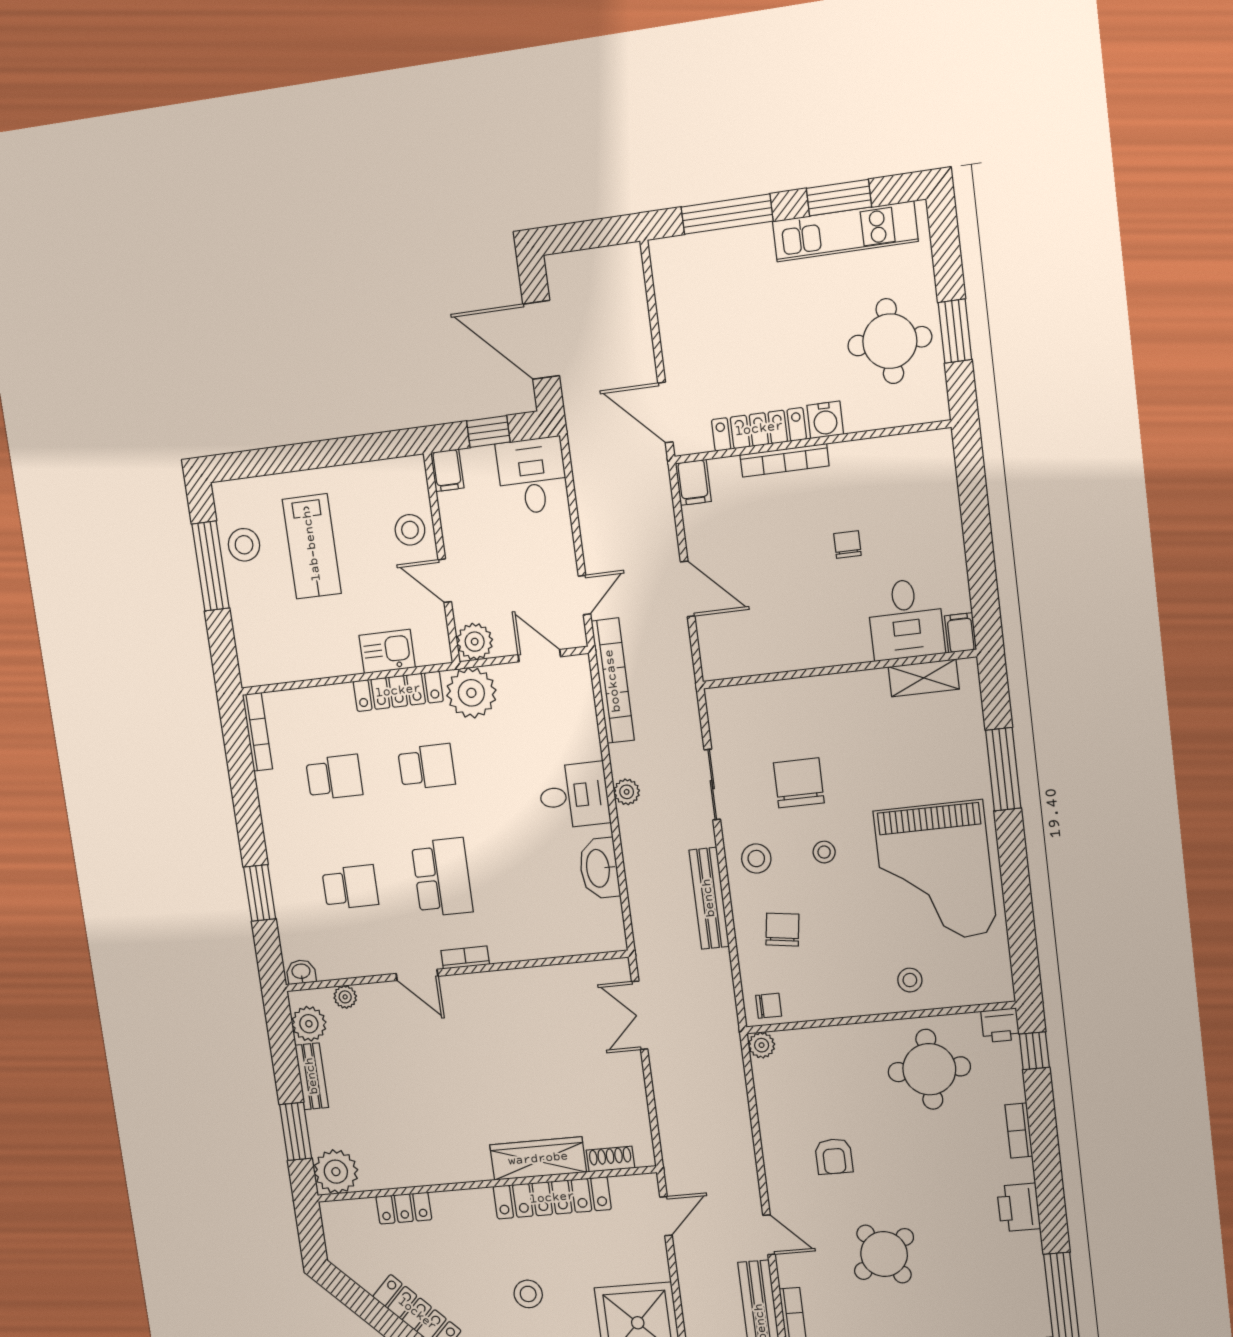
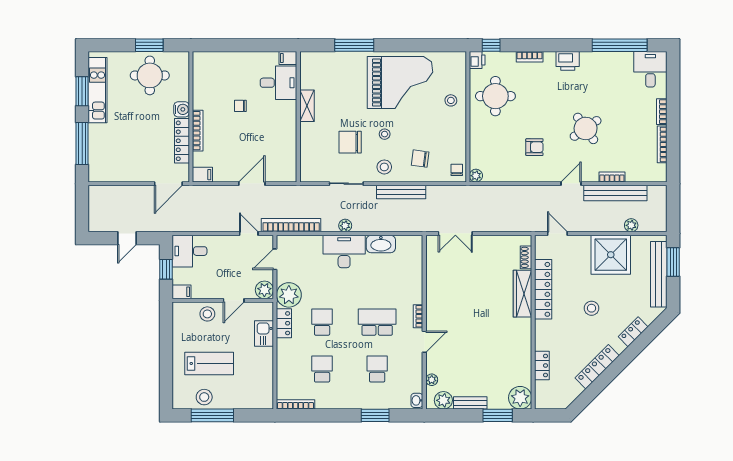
door: (541, 340) -> (127, 238), width x0.53
shelving: (924, 678) -> (307, 106), moved
locker: (398, 691) -> (284, 323), width x0.66
desk: (574, 795) -> (344, 251), width x1.37

